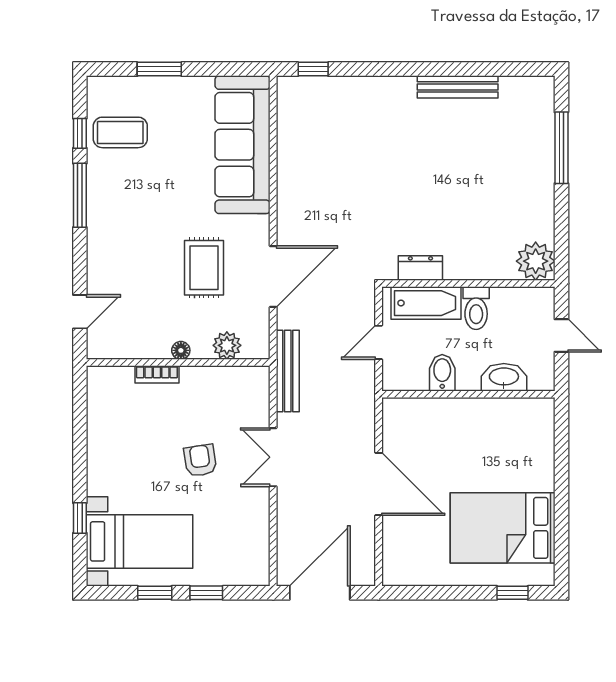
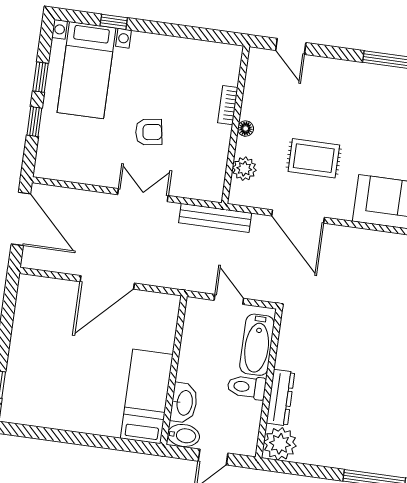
dresser: (420, 268) -> (280, 398), moved, width x1.44
bidet: (442, 373) -> (183, 435), moved
bed: (503, 528) -> (147, 396), moved, width x0.67

